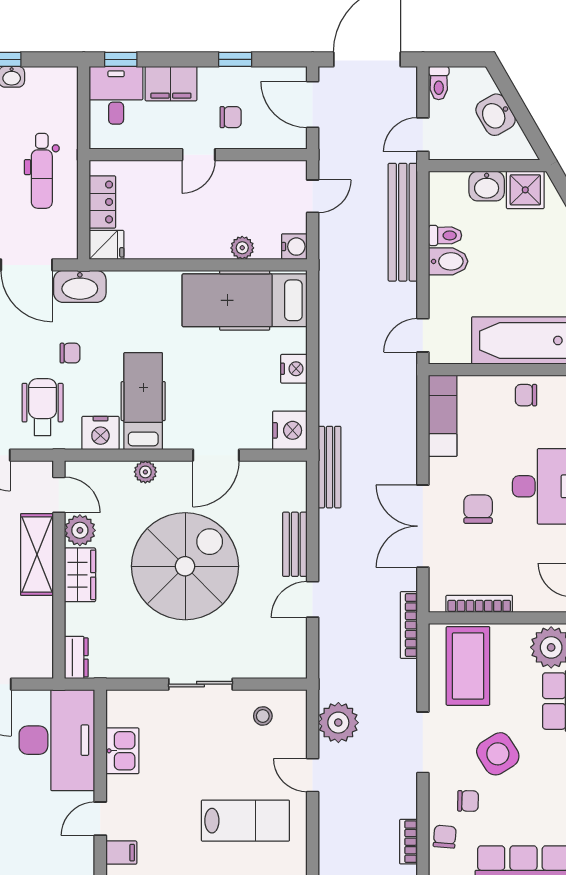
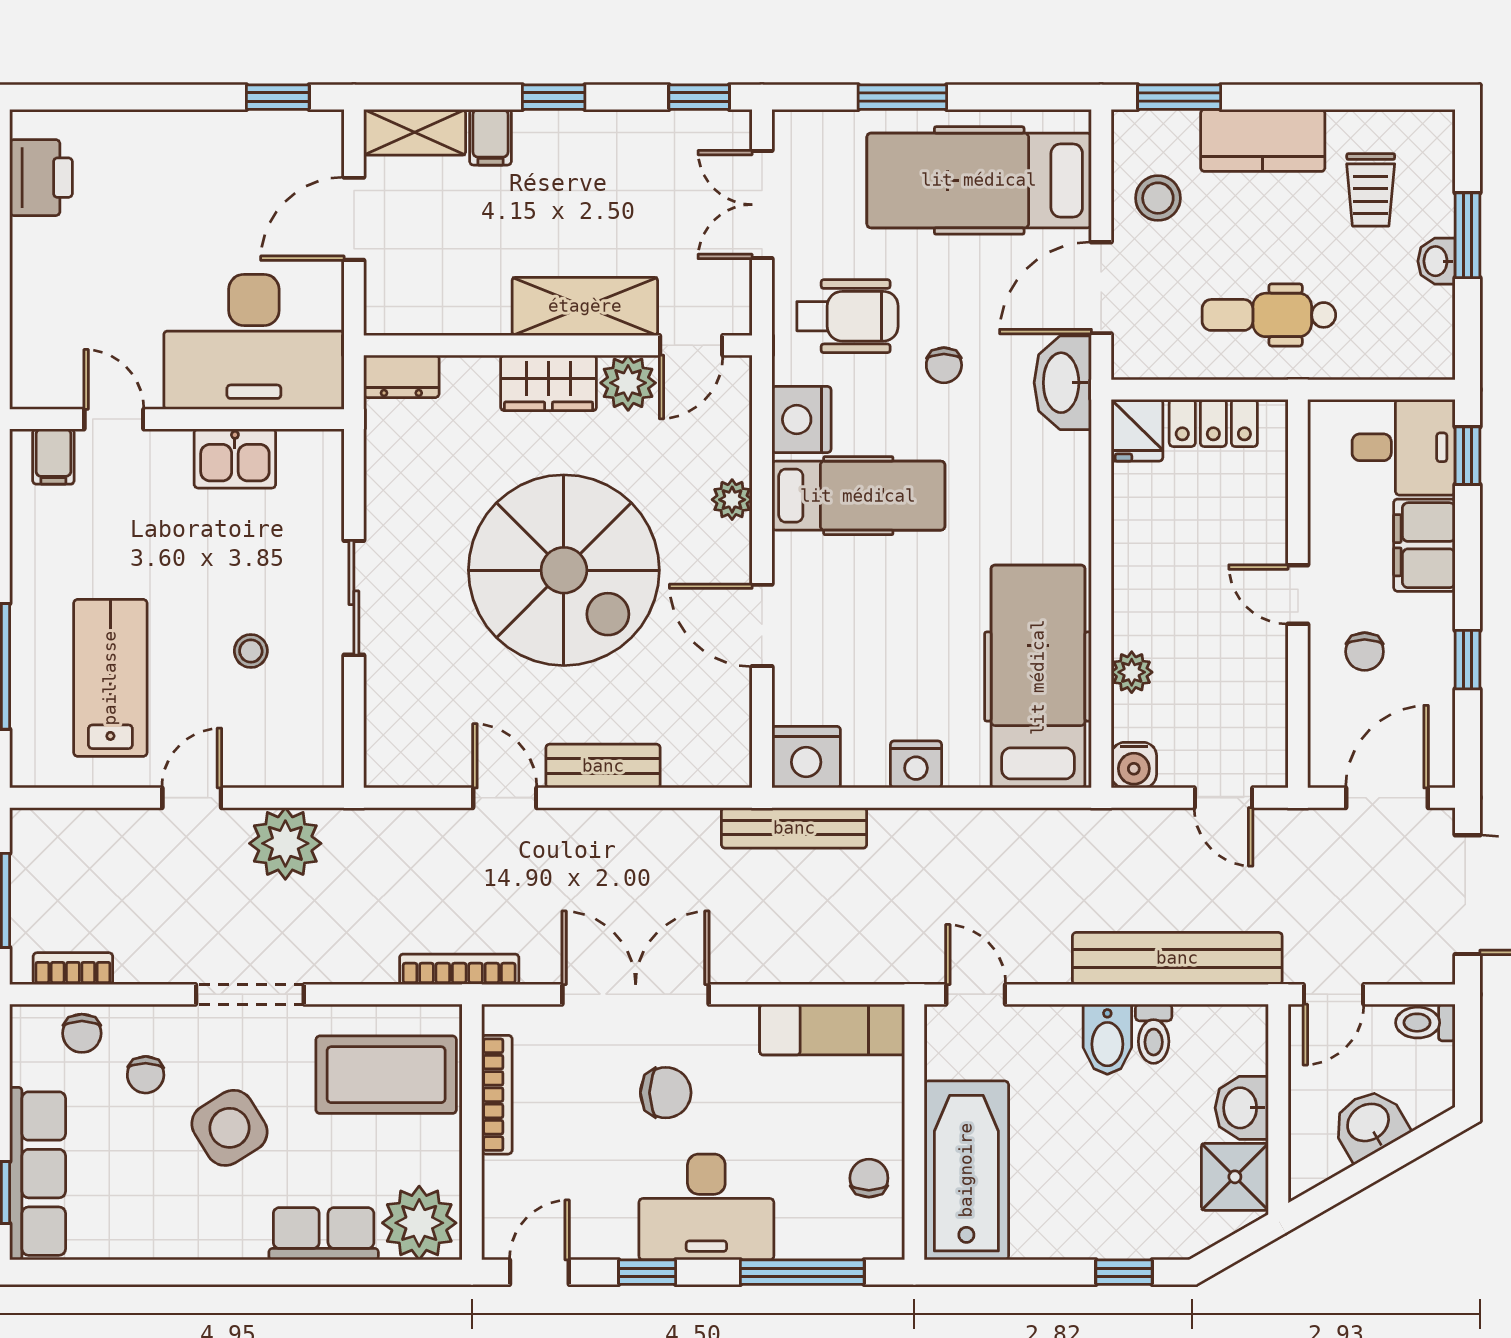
door: (423, 135) -> (1333, 994), swing flipped
bench: (330, 467) -> (794, 828), moved
stool: (263, 716) -> (251, 651), moved
lab bench: (245, 821) -> (110, 678), turned 180
chair: (445, 837) -> (82, 1033), turned 85

